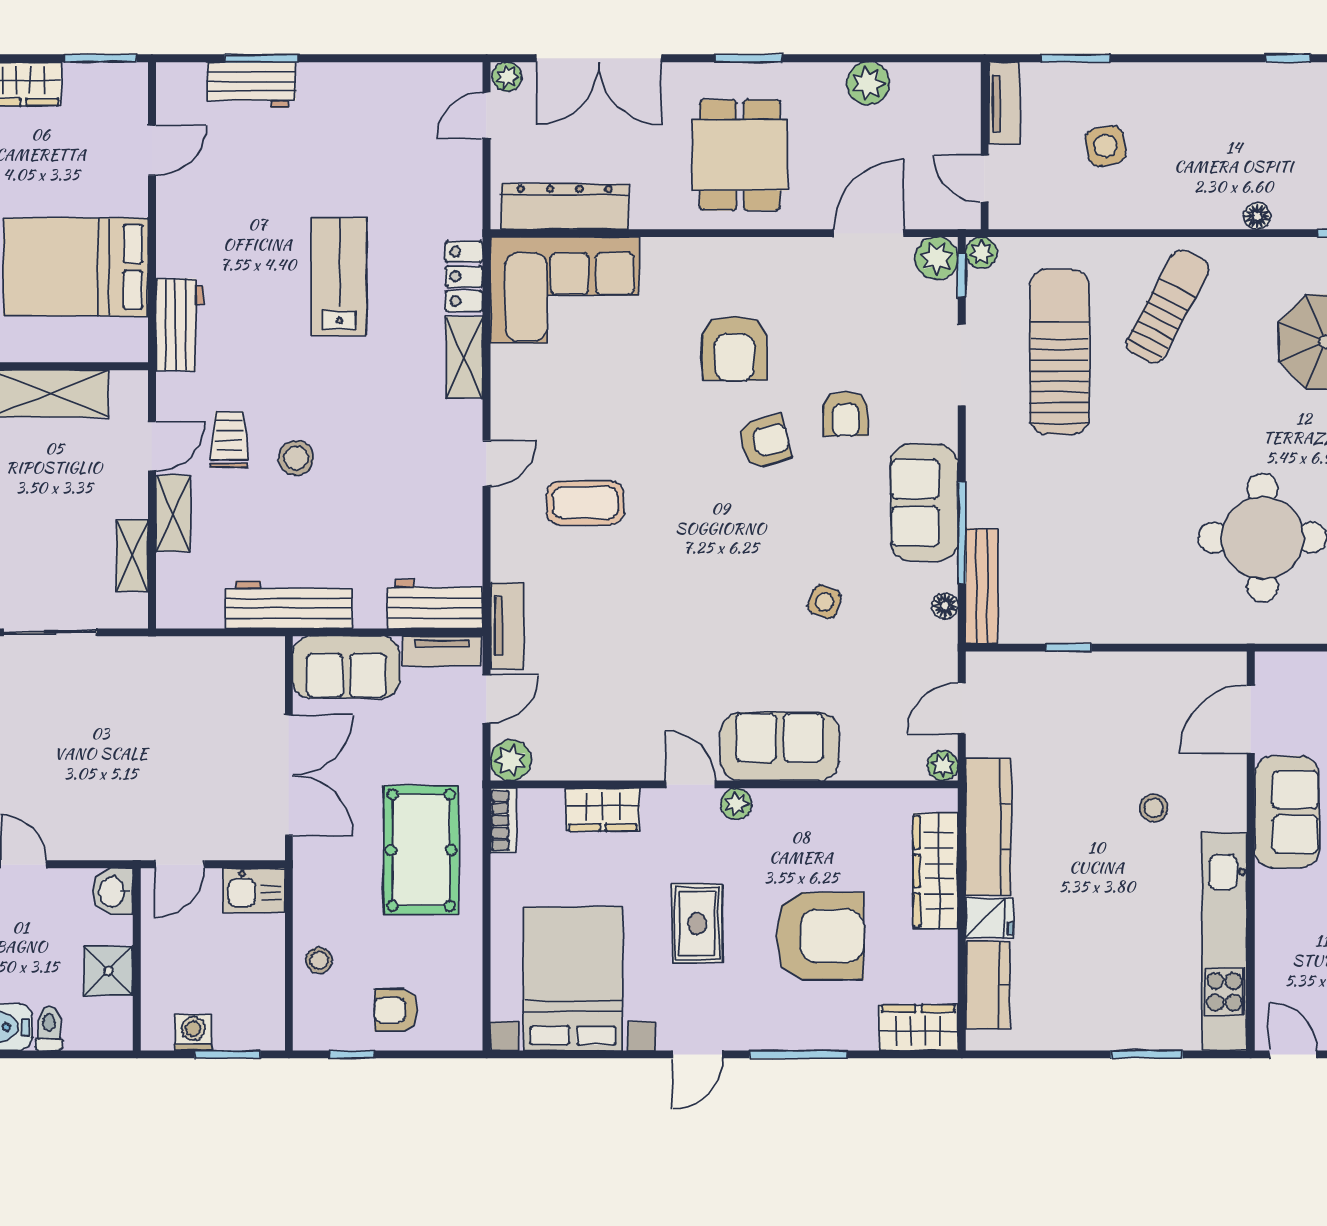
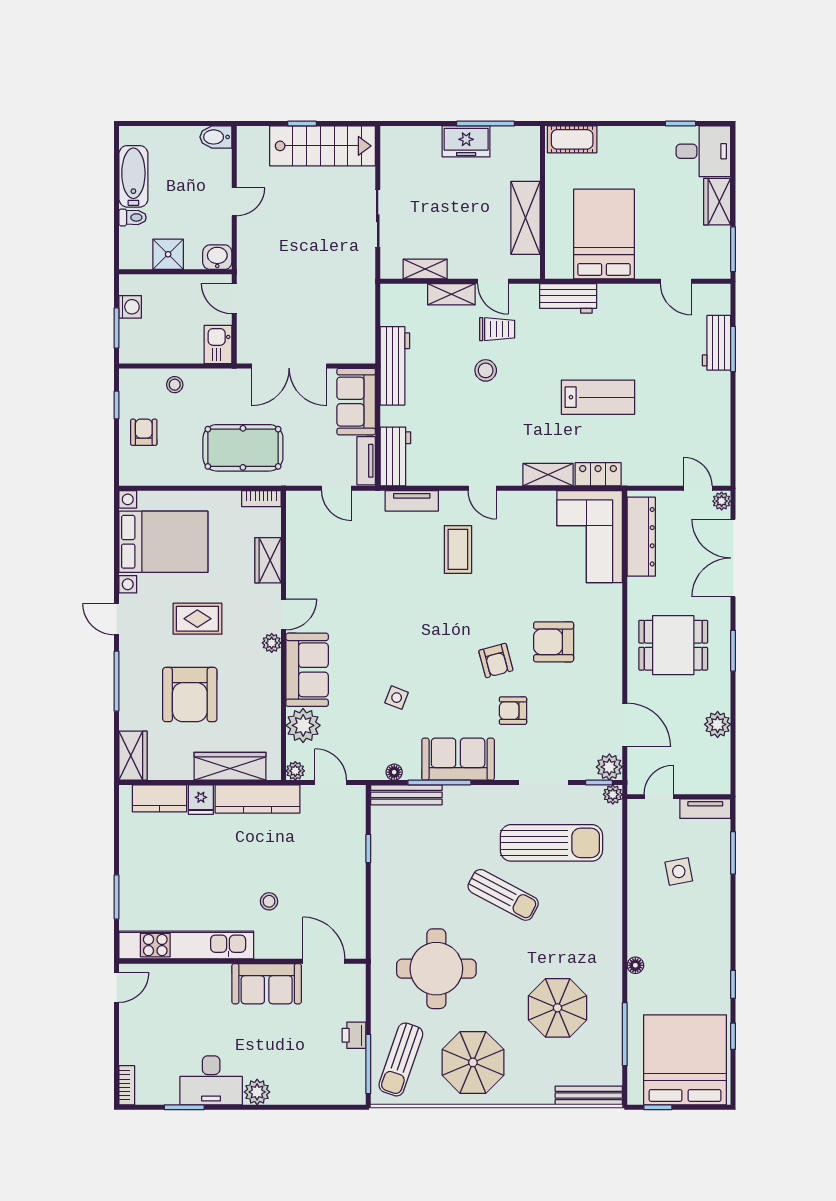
sun lounger: (1168, 306) -> (503, 895), moved
tv unit: (507, 626) -> (412, 501), moved
plant: (511, 760) -> (303, 725), moved, width x1.36, depth x1.36

